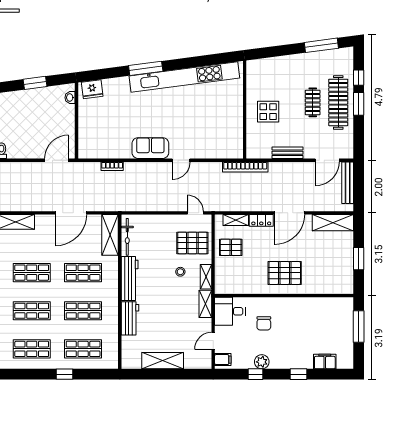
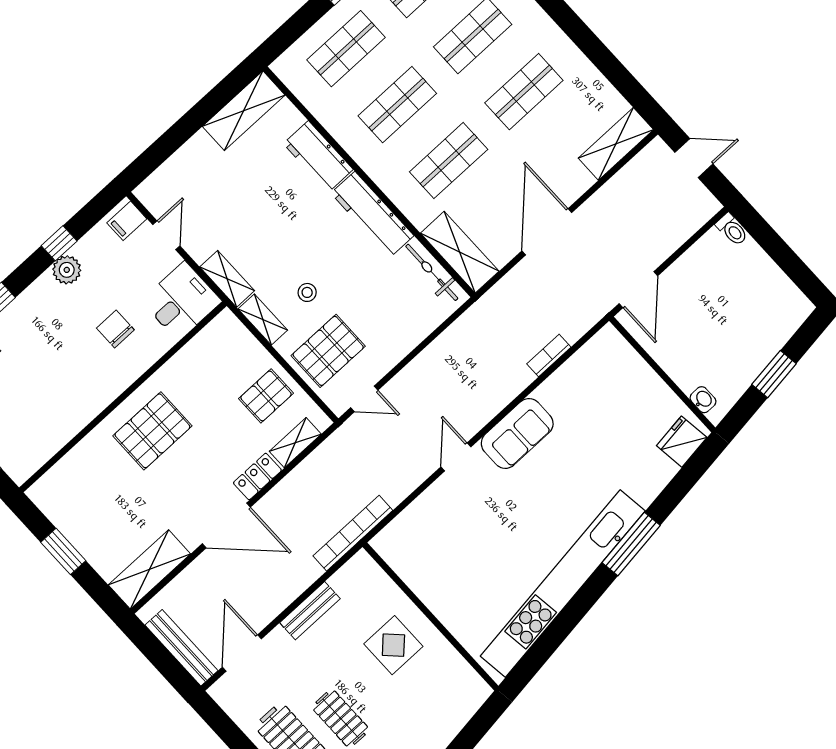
door: (289, 213) -> (226, 525), swing flipped
shelving: (163, 361) -> (244, 111), moved

